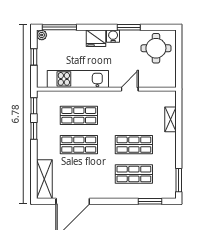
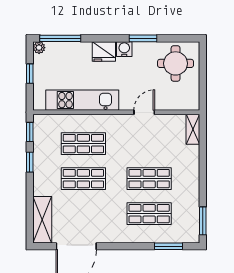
shelving: (170, 119) -> (193, 129), moved

